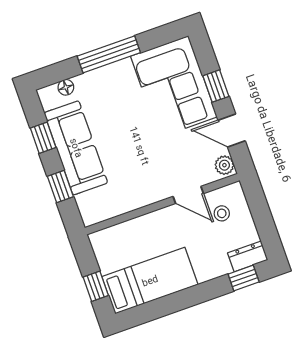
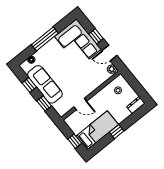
door: (188, 195) -> (80, 104), moved
window: (244, 278) -> (117, 132), moved

